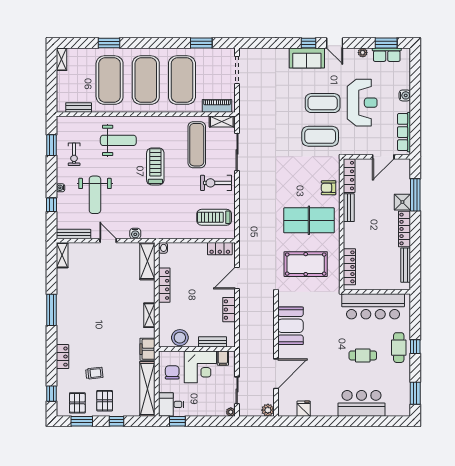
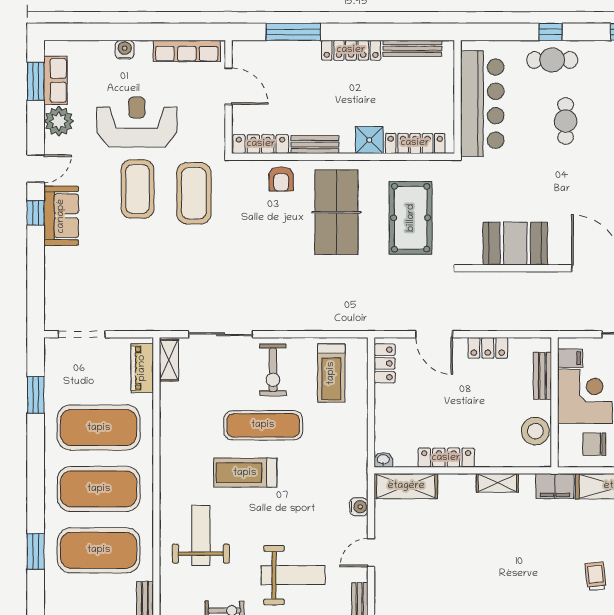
plant: (363, 53) -> (59, 121), width x1.88, depth x1.88
exercise mat: (197, 145) -> (263, 425), moved
shower: (402, 202) -> (369, 140), moved

